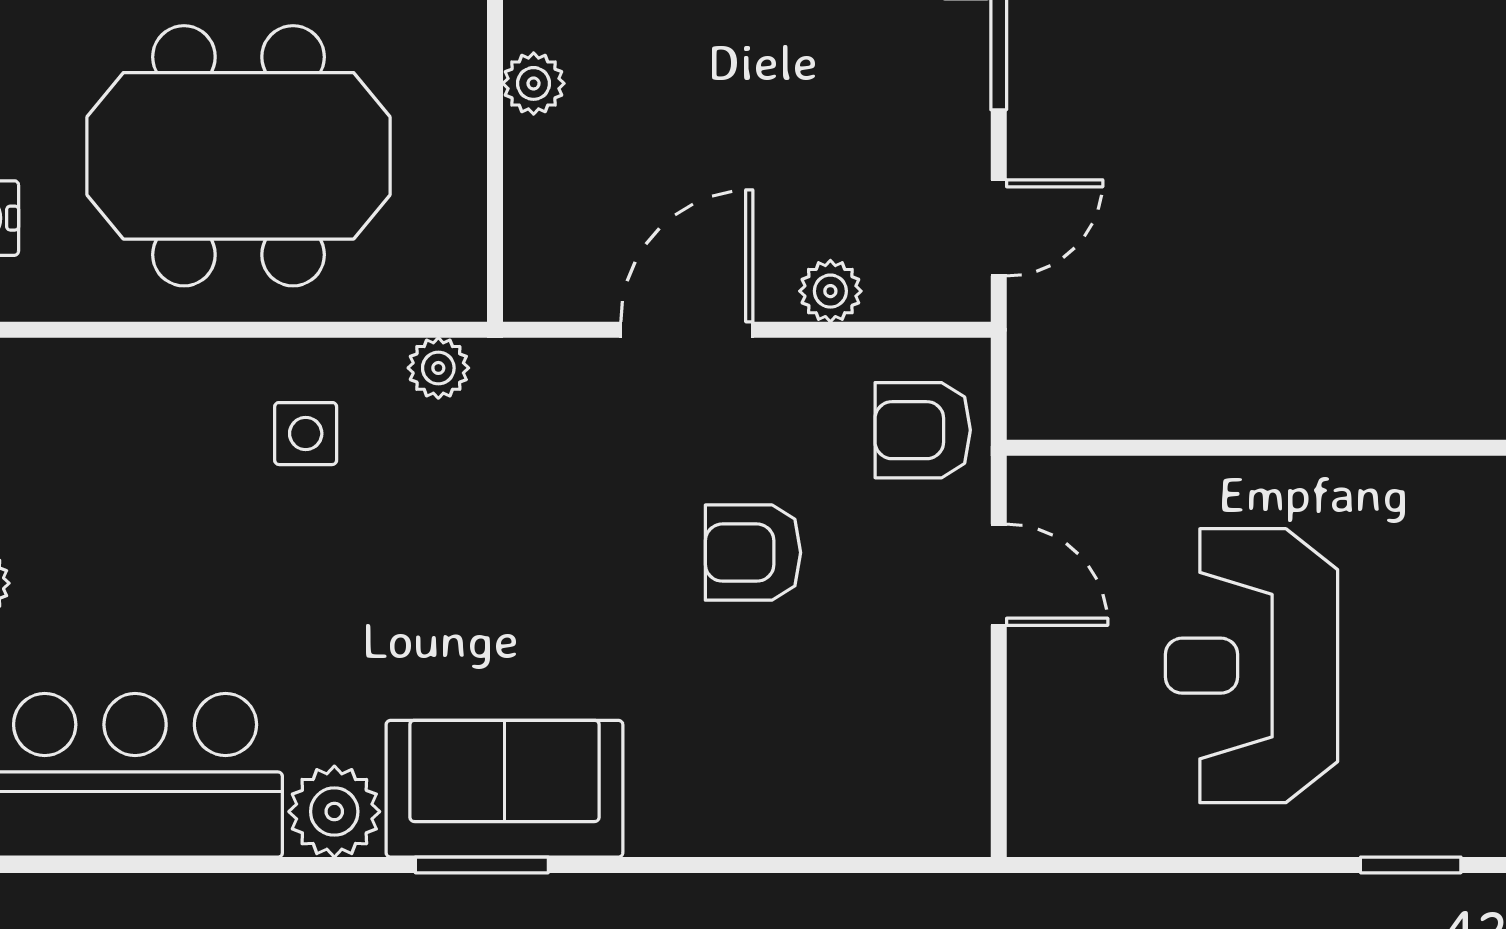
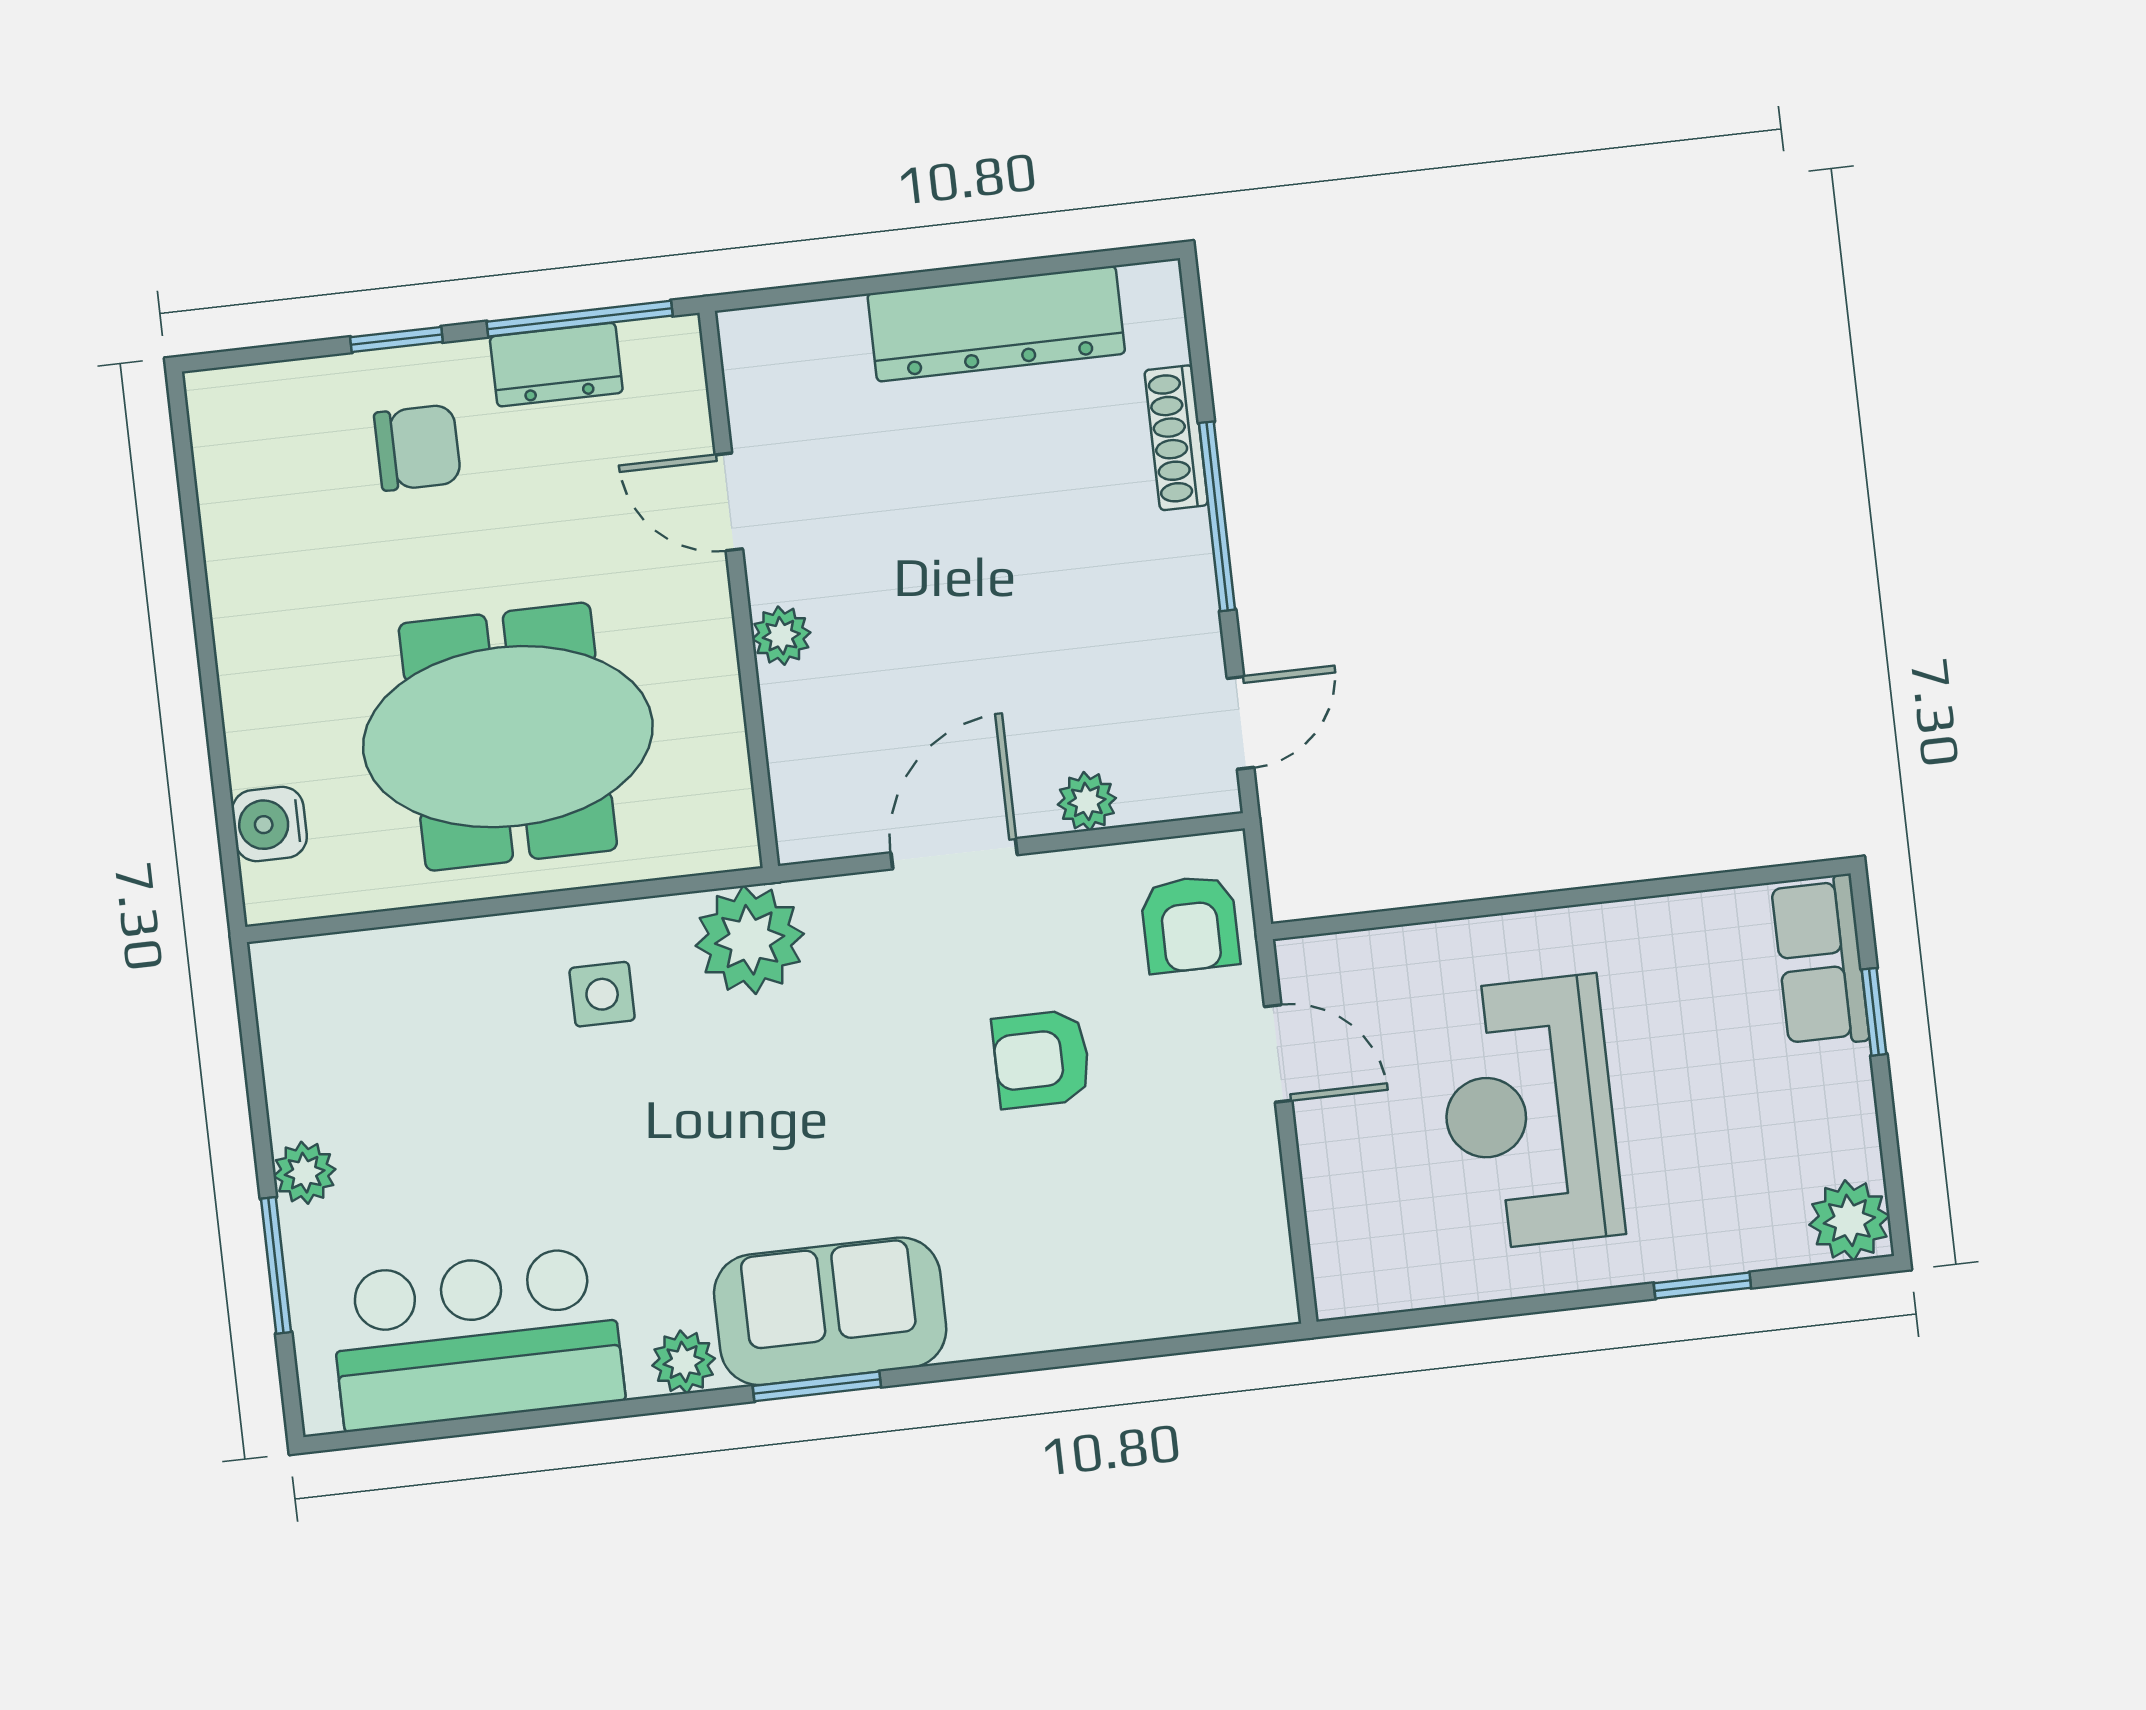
plant: (438, 368) -> (750, 940), width x1.88, depth x1.88
armchair: (923, 430) -> (1190, 924), turned -90
plant: (334, 812) -> (684, 1362), width x0.73, depth x0.73

